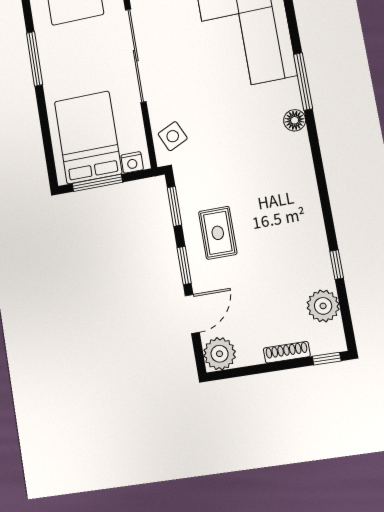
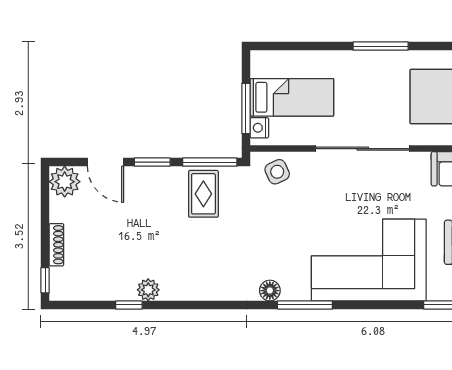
bed: (88, 138) -> (292, 97), width x0.67
window: (97, 183) -> (246, 108), moved
window: (174, 206) -> (210, 162), width x1.44
rug: (218, 233) -> (203, 194), moved, turned 90
plant: (323, 306) -> (148, 290), moved, width x0.73, depth x0.73

